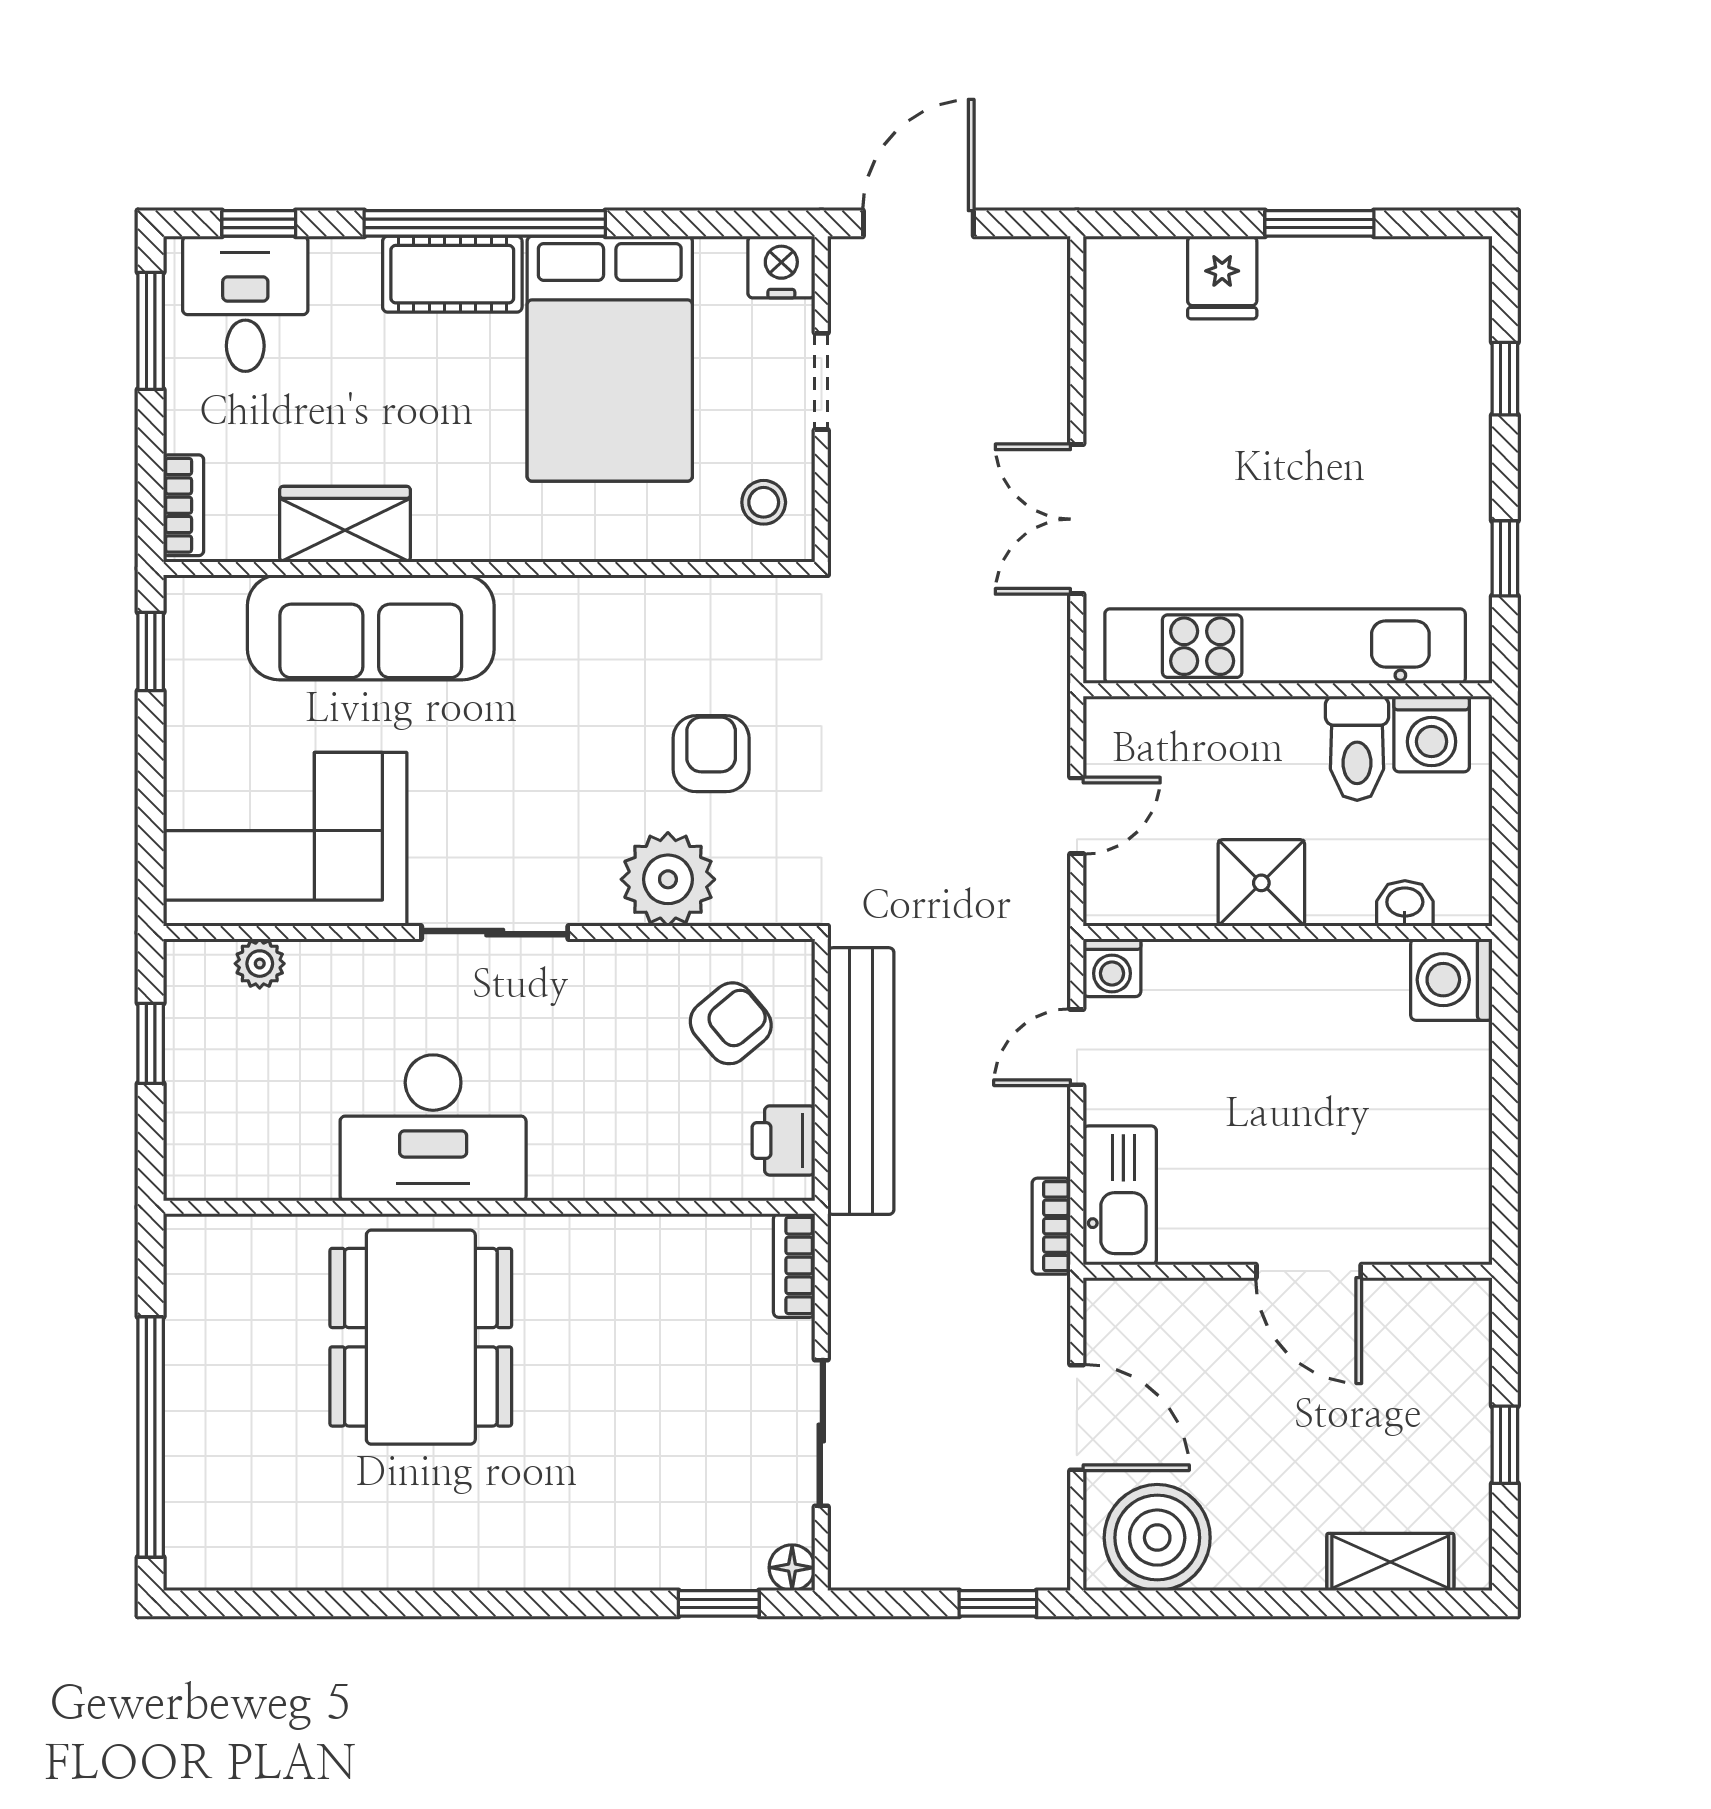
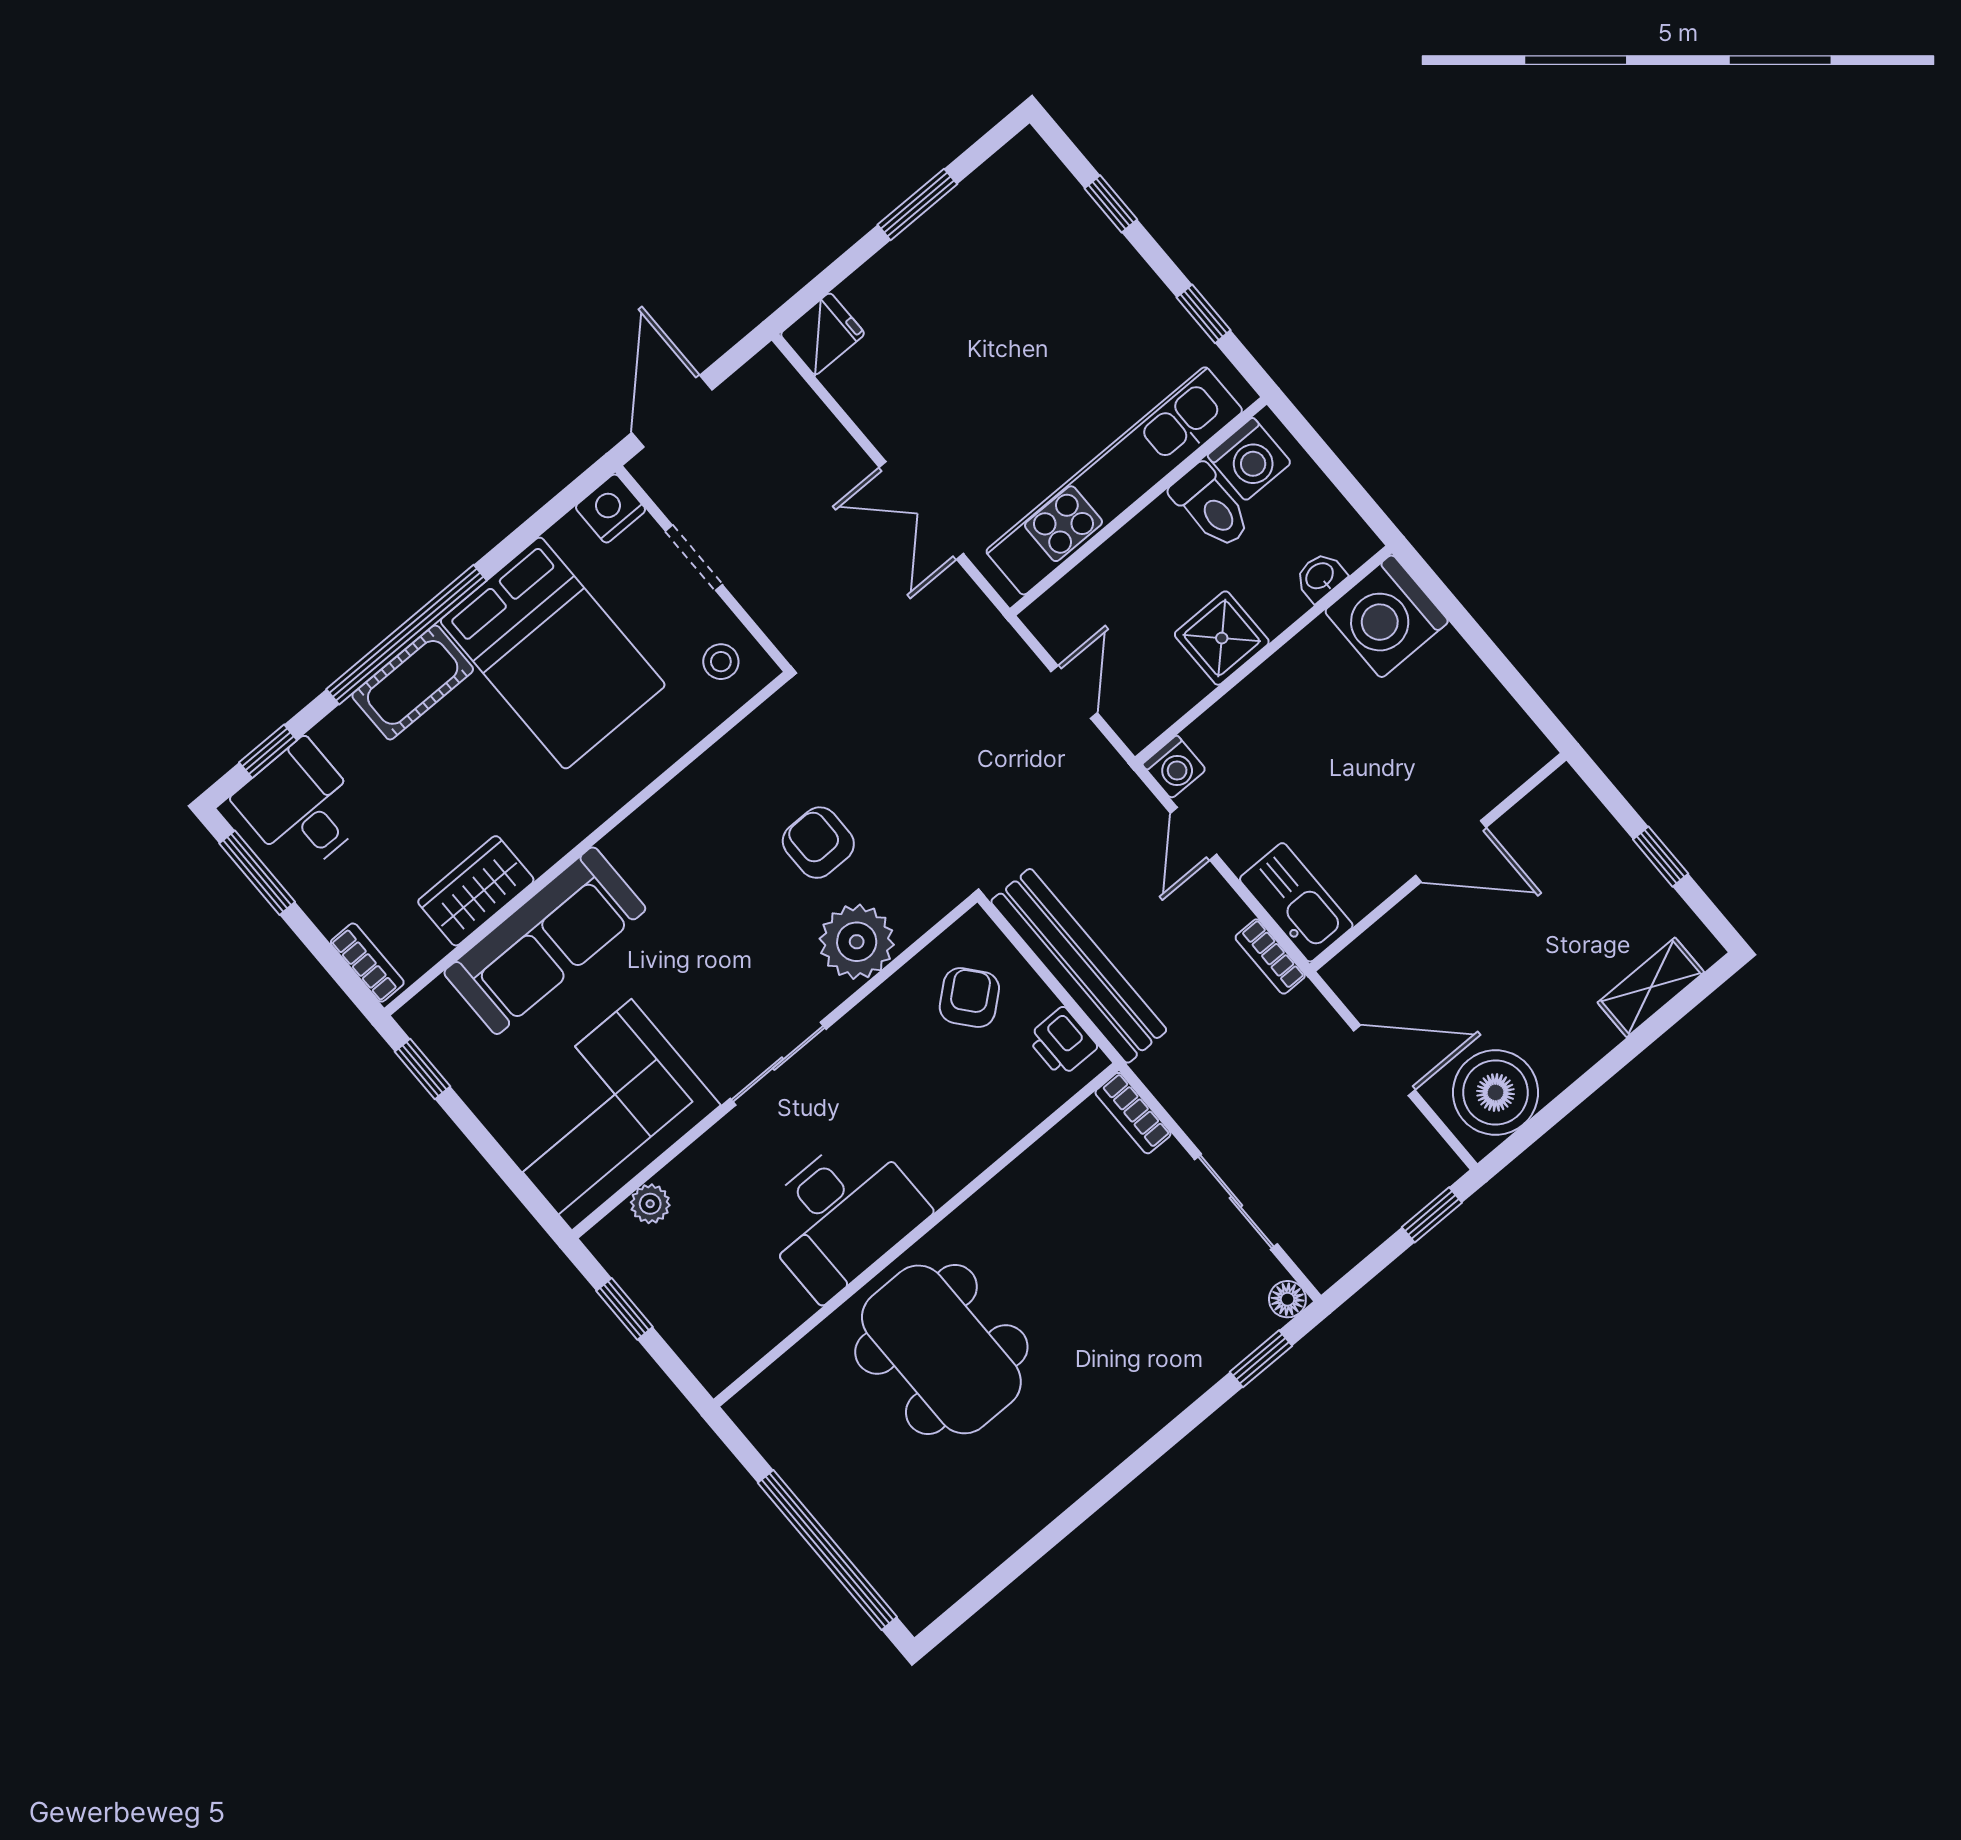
fridge: (1222, 278) -> (823, 334), moved, turned -90
washing machine: (1451, 980) -> (1387, 616), width x1.37, depth x1.37

